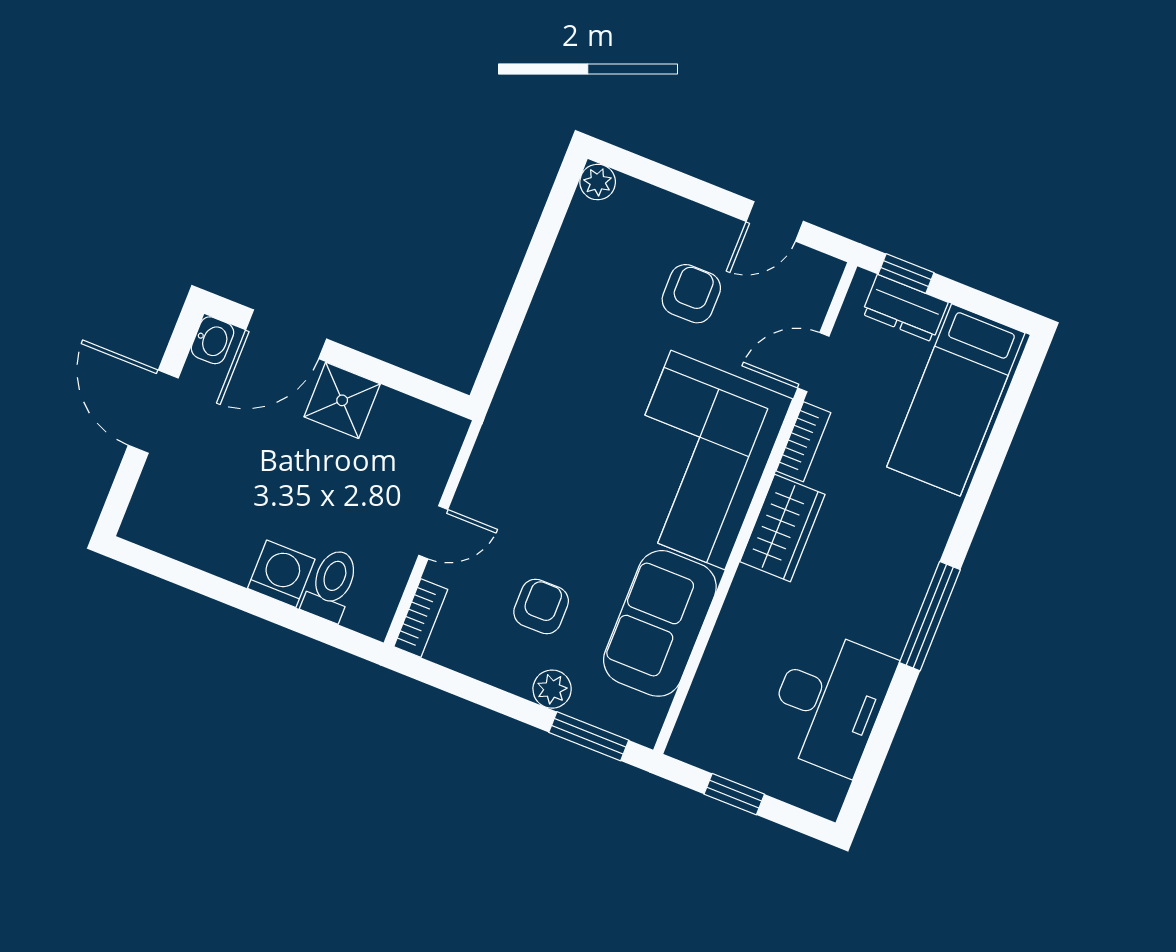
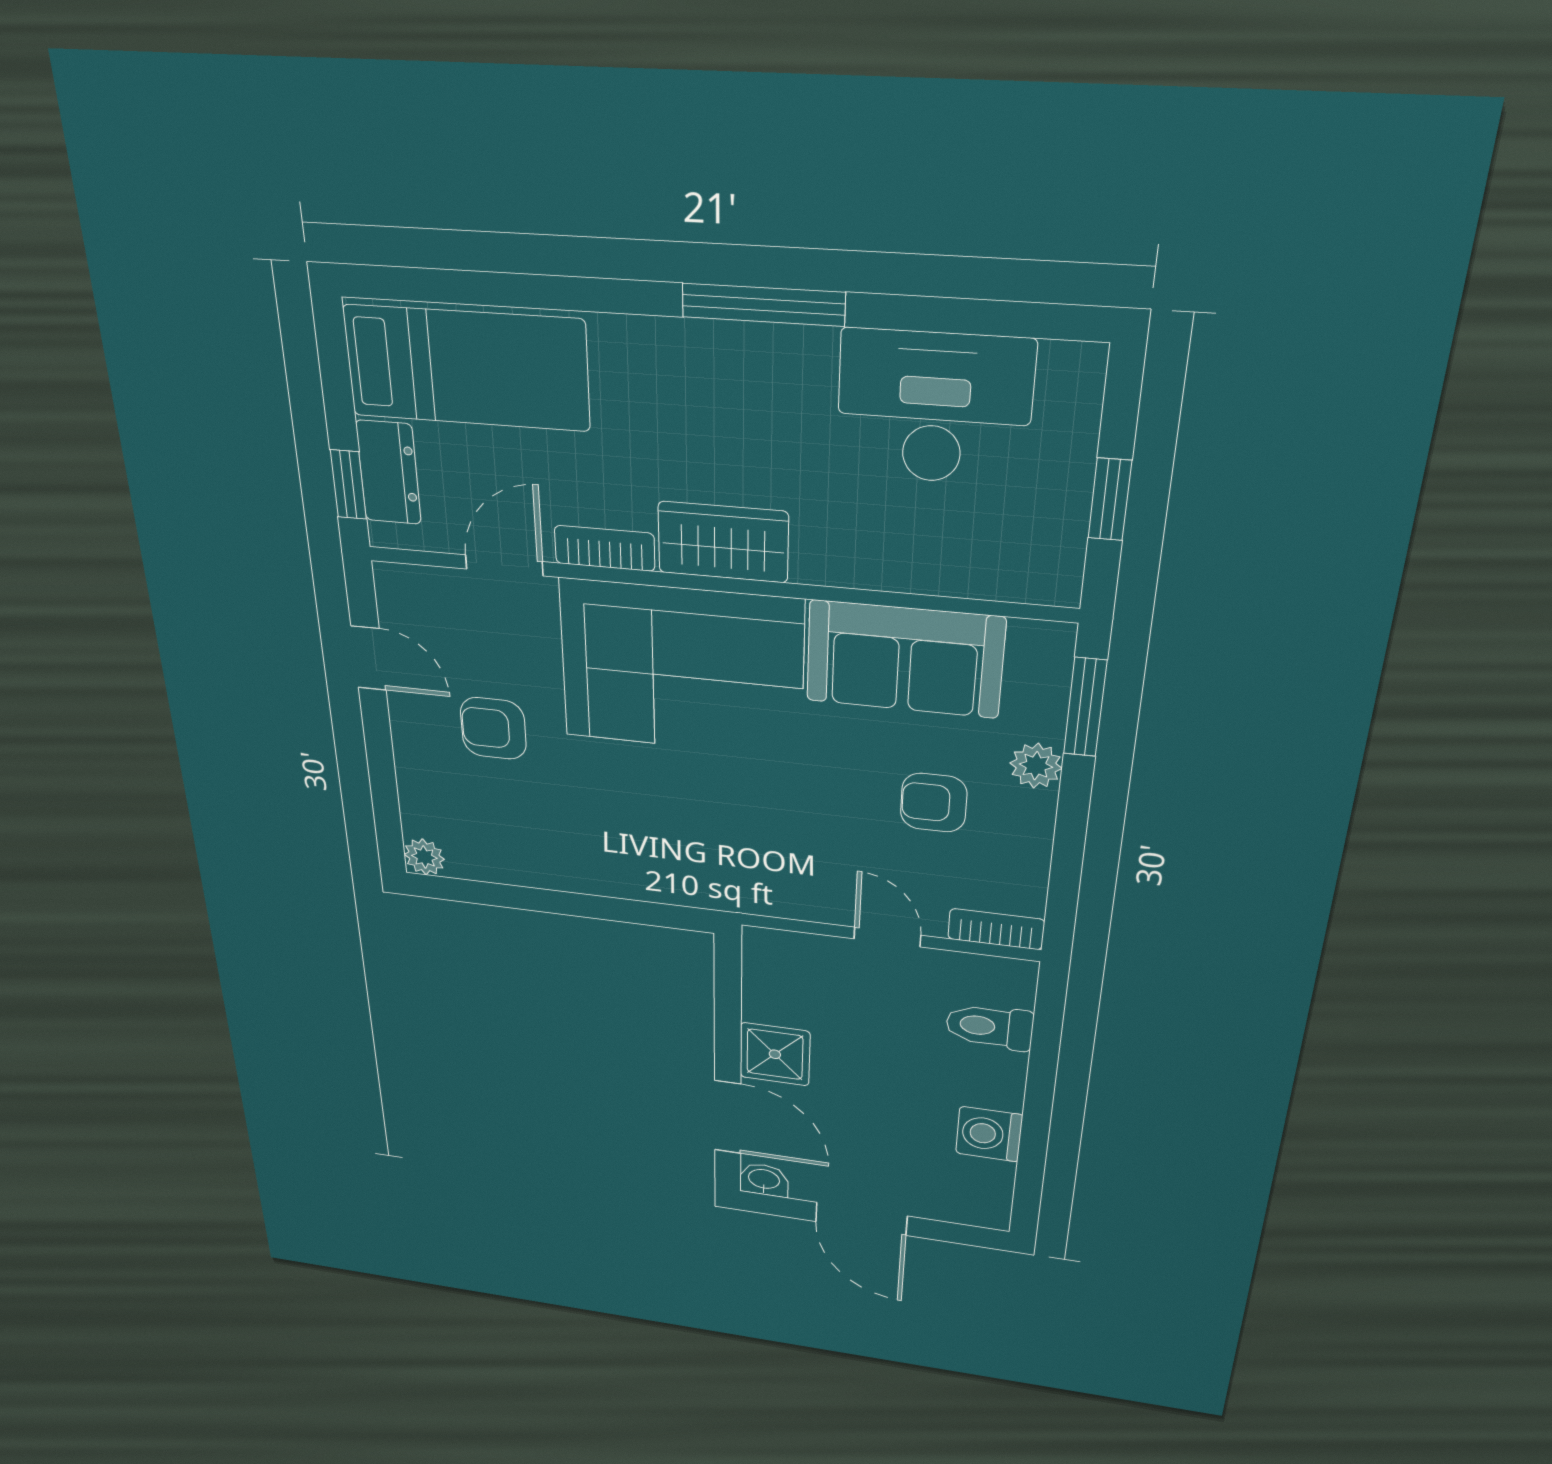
door: (813, 362) -> (504, 565), swing flipped
door: (153, 412) -> (861, 1219), hinge flipped
washing machine: (281, 574) -> (989, 1134), moved

